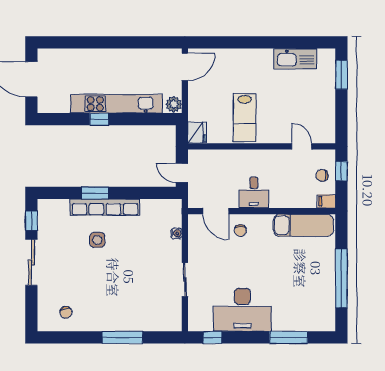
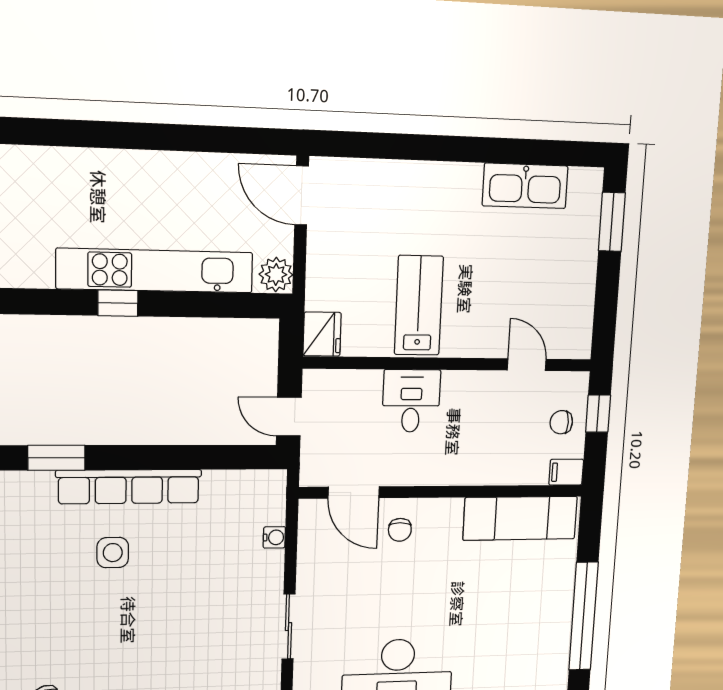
door: (185, 67) -> (302, 195), swing flipped
lab bench: (245, 118) -> (419, 305), turned 180
desk: (254, 192) -> (411, 401), moved, turned 180
window: (95, 193) -> (56, 458), moved

